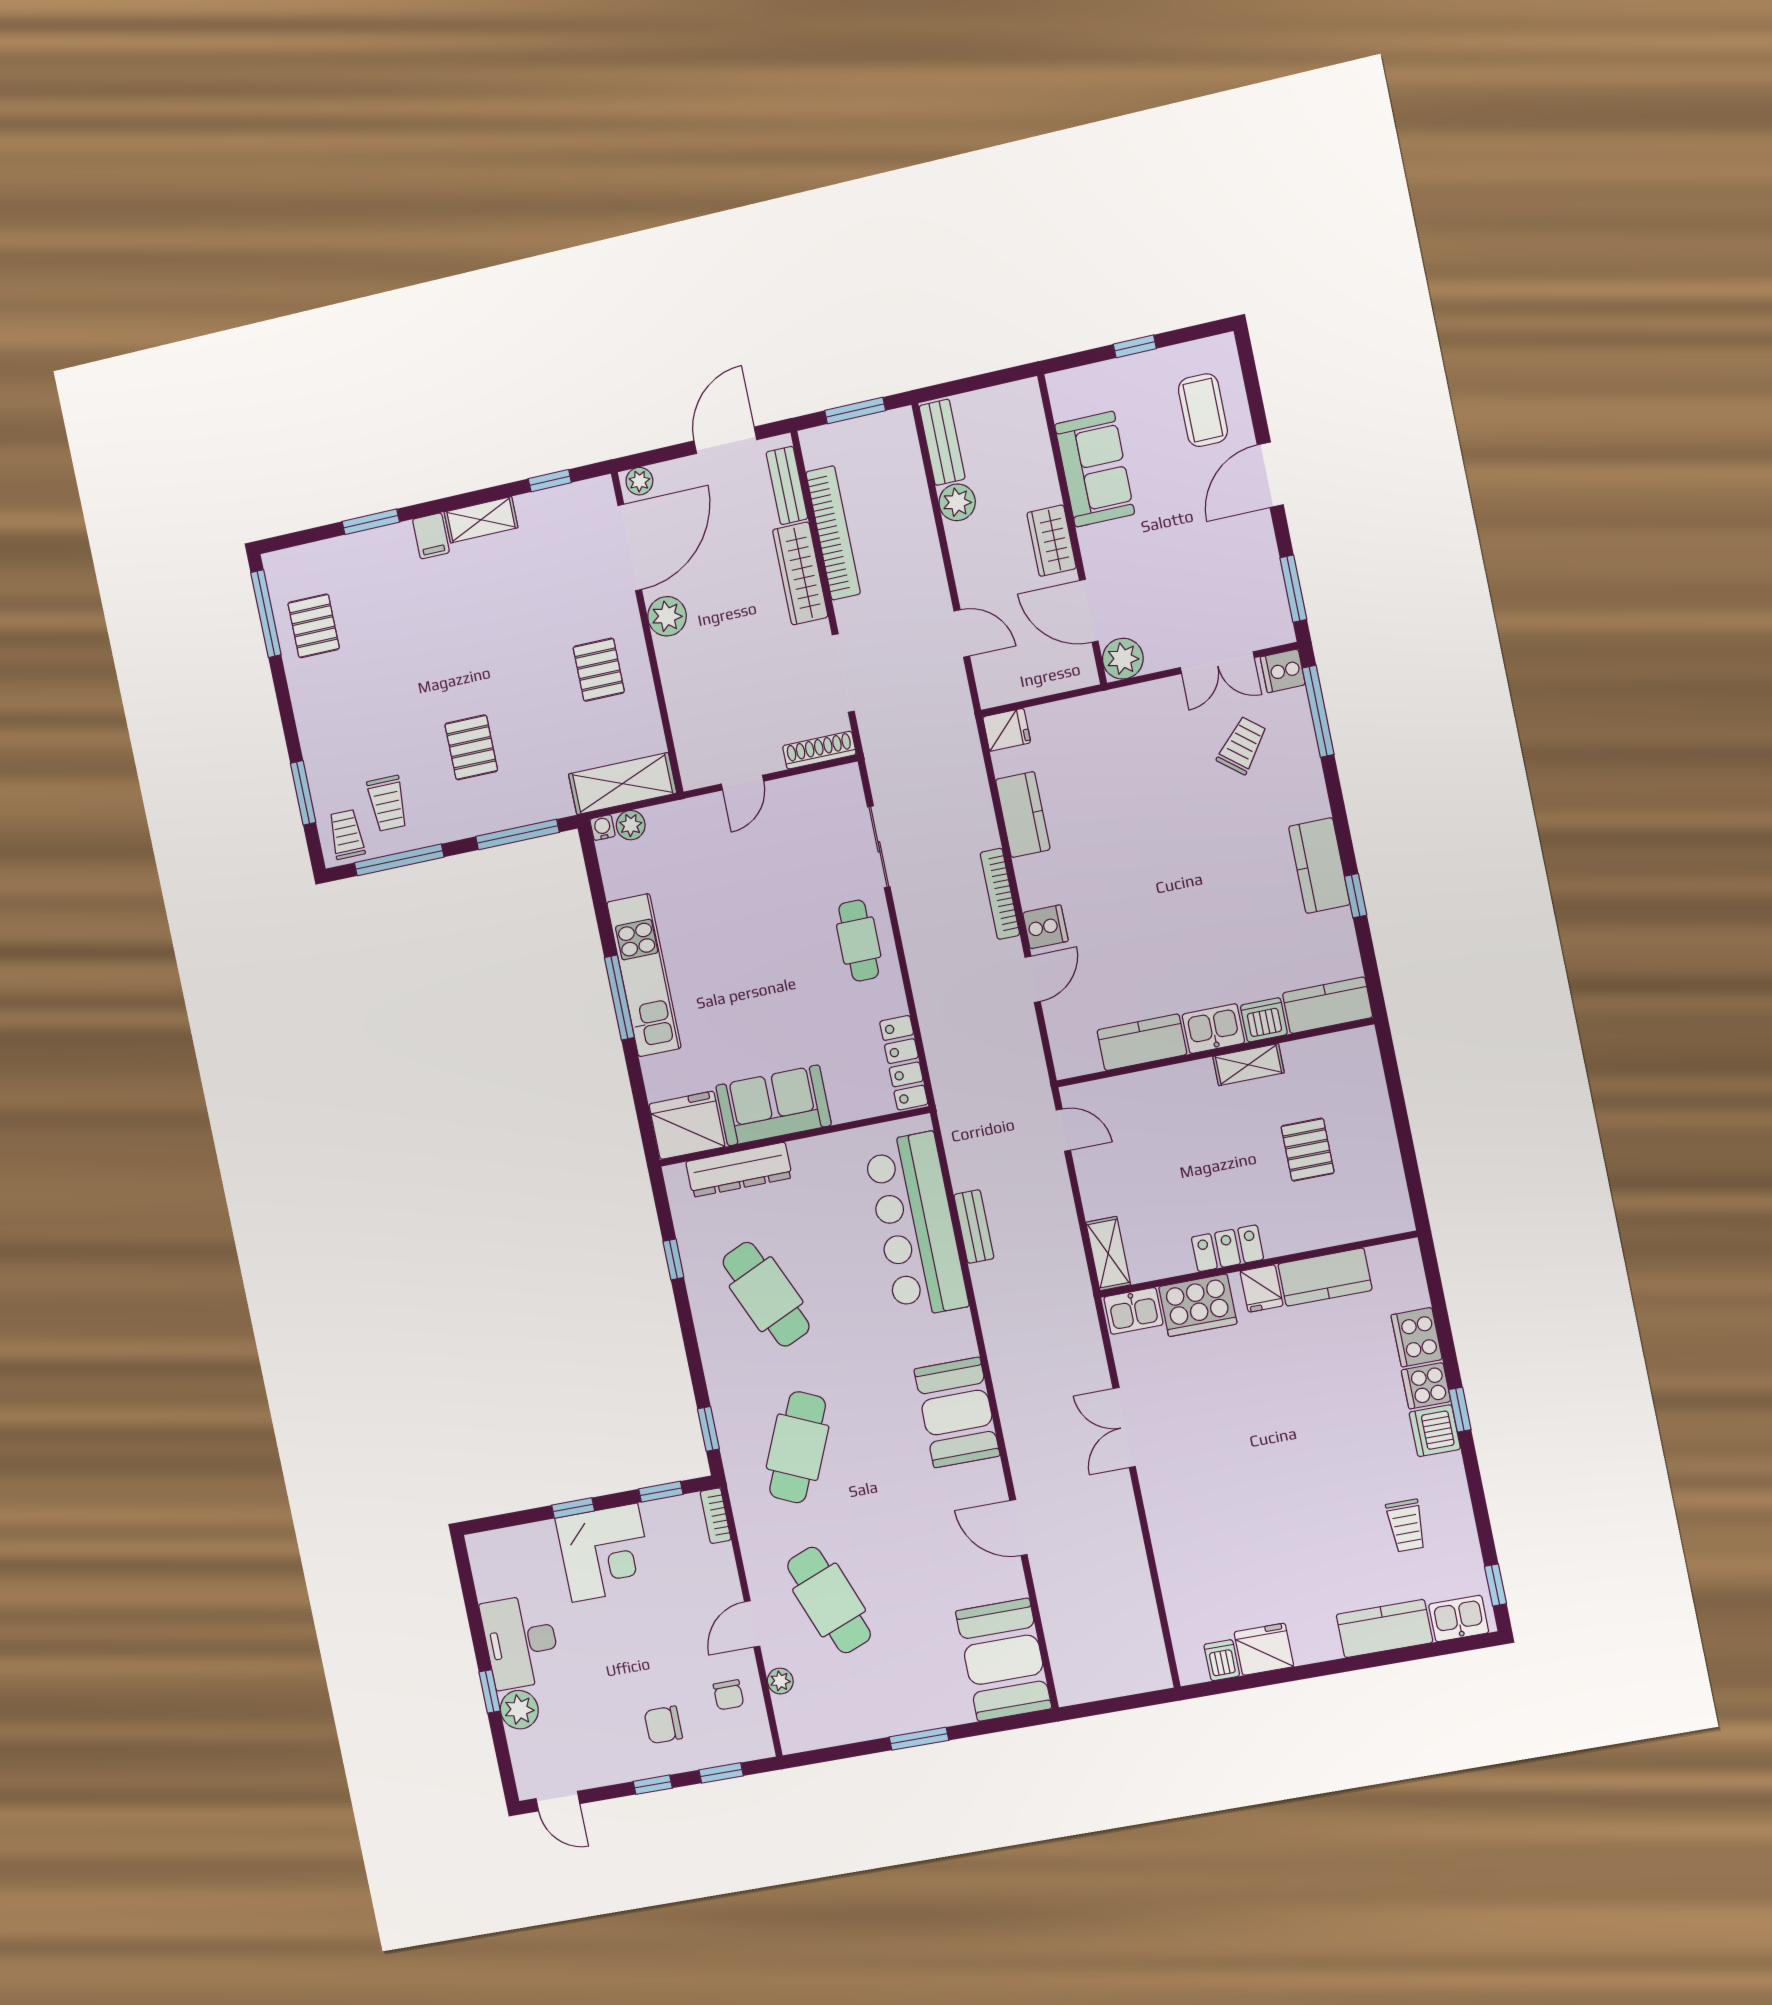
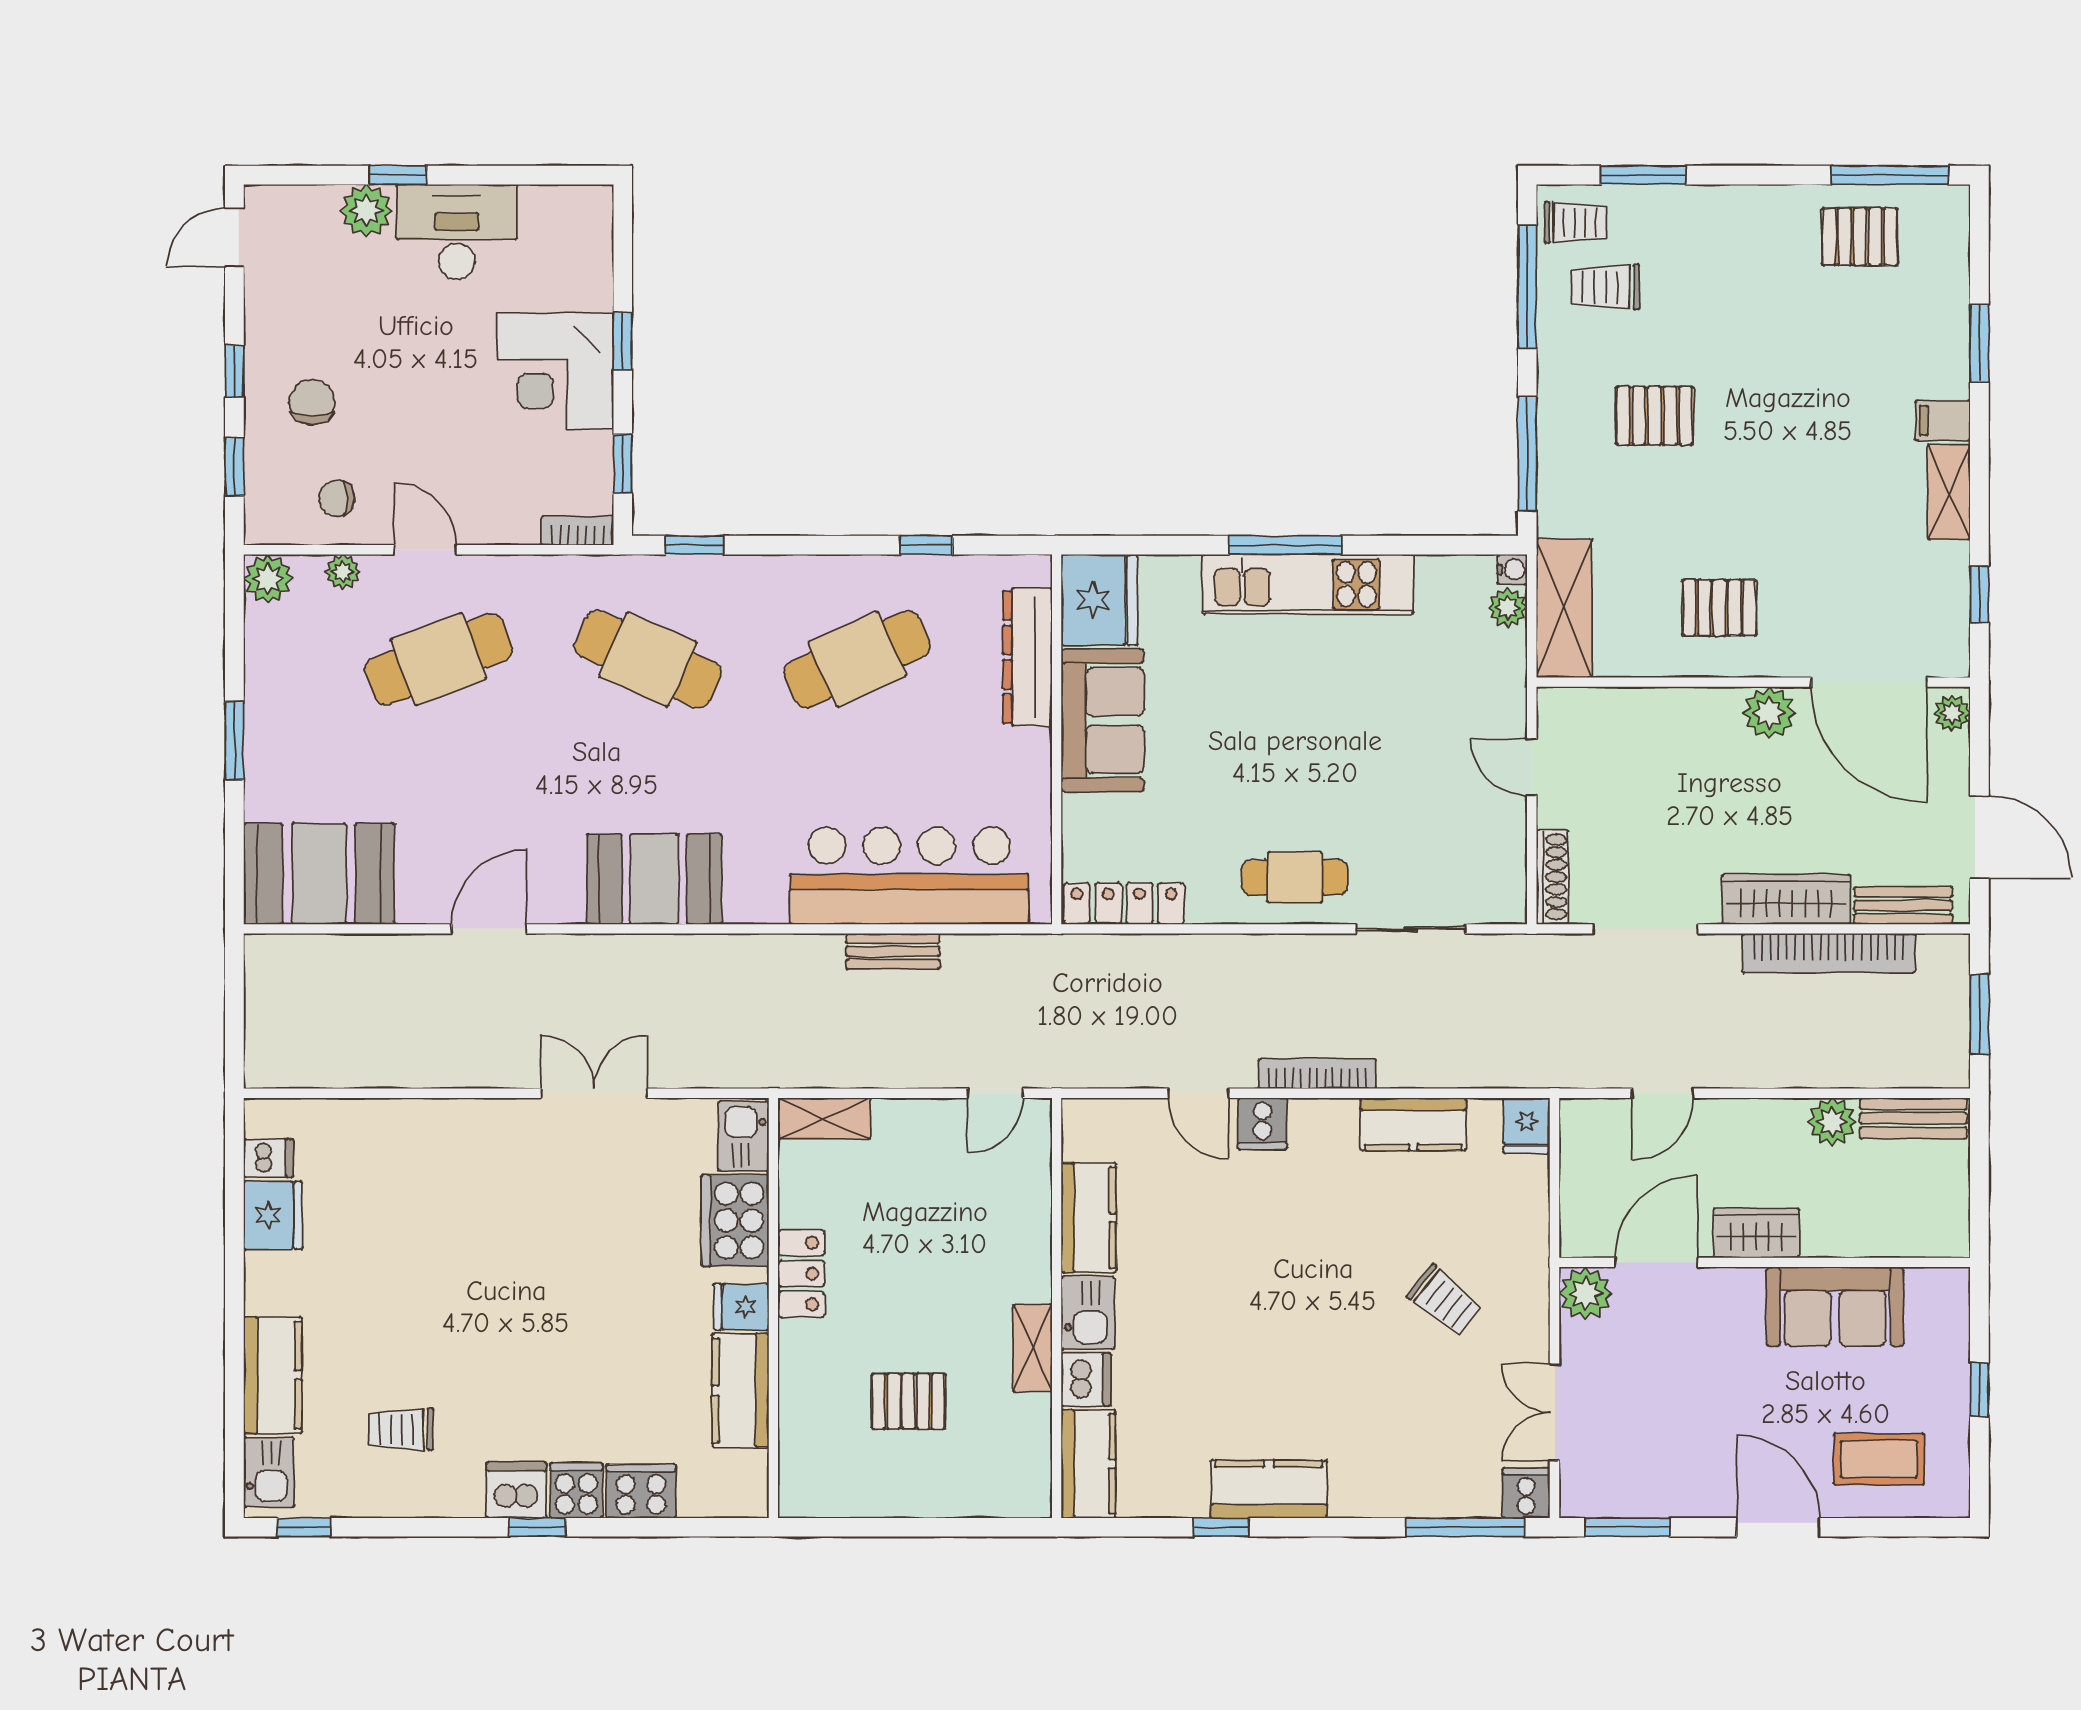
trolley: (1242, 745) -> (1445, 1300), moved
plant: (797, 1734) -> (268, 579), added

